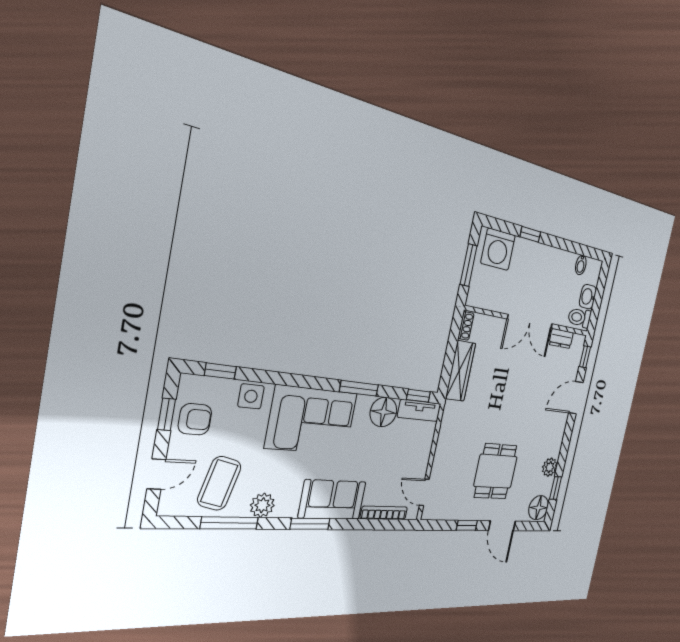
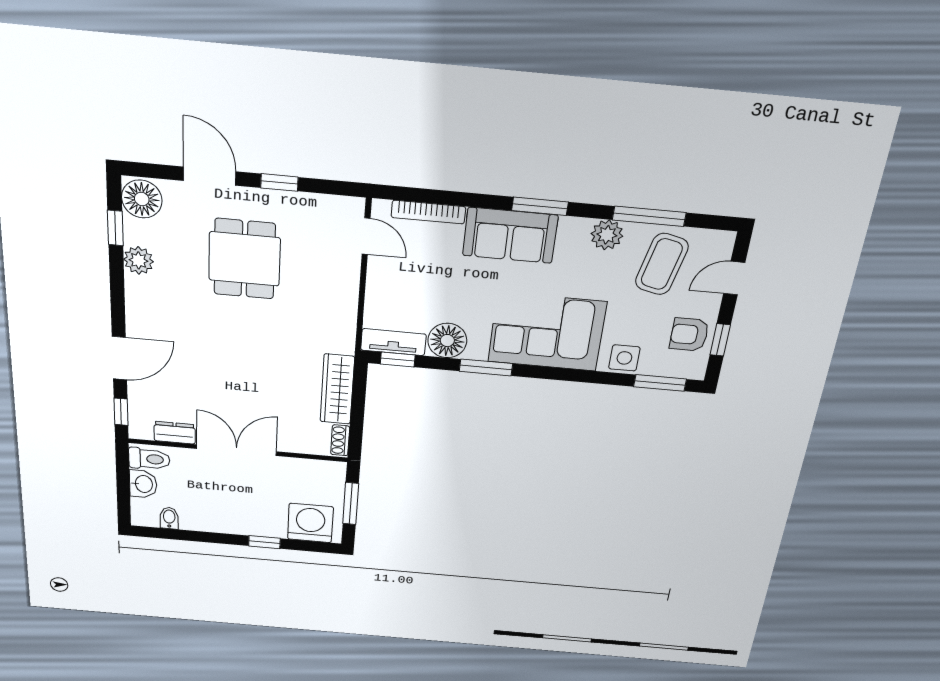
window: (220, 371) -> (660, 383), width x1.50

